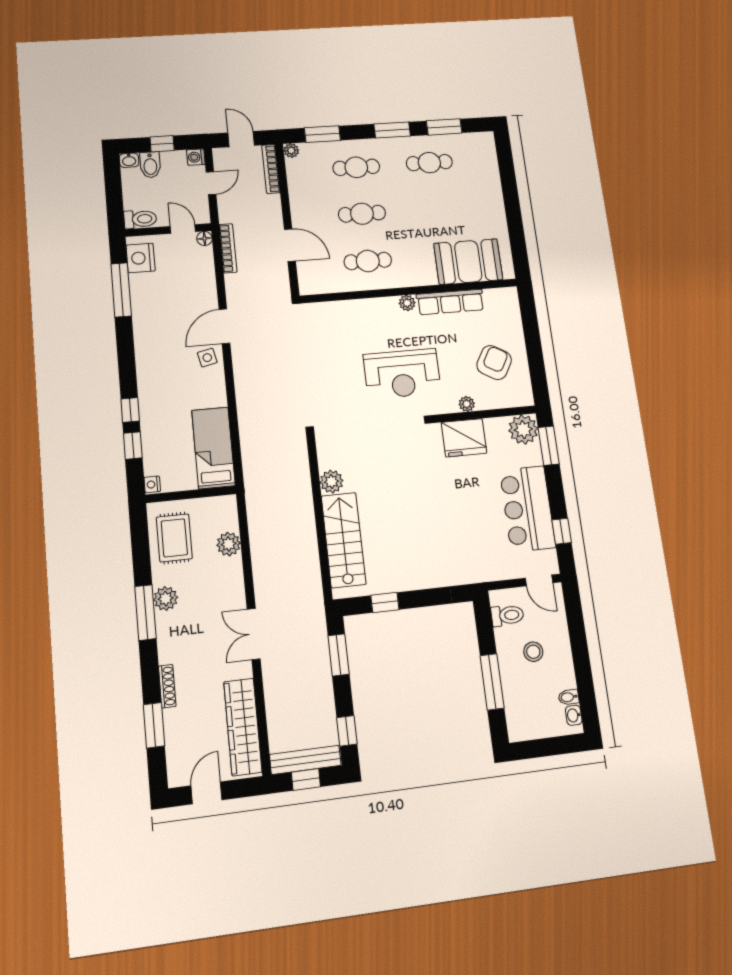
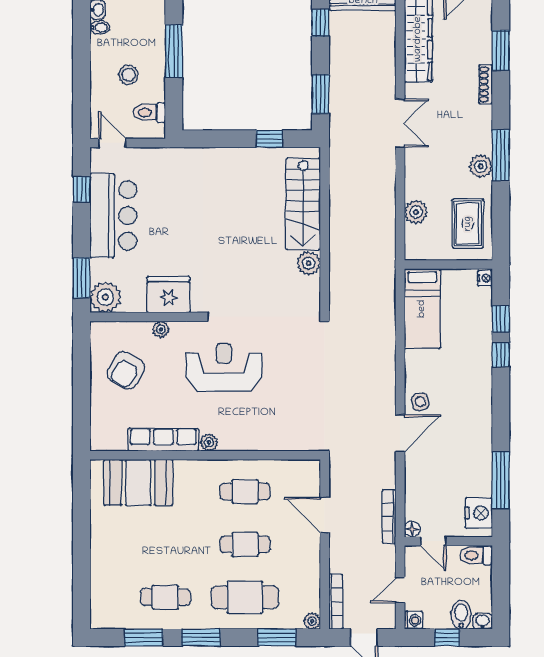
cafe table: (356, 167) -> (245, 597), width x1.37, depth x1.35

